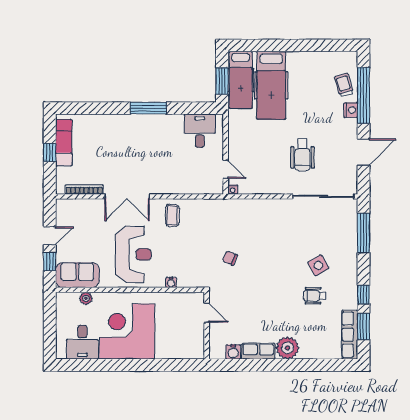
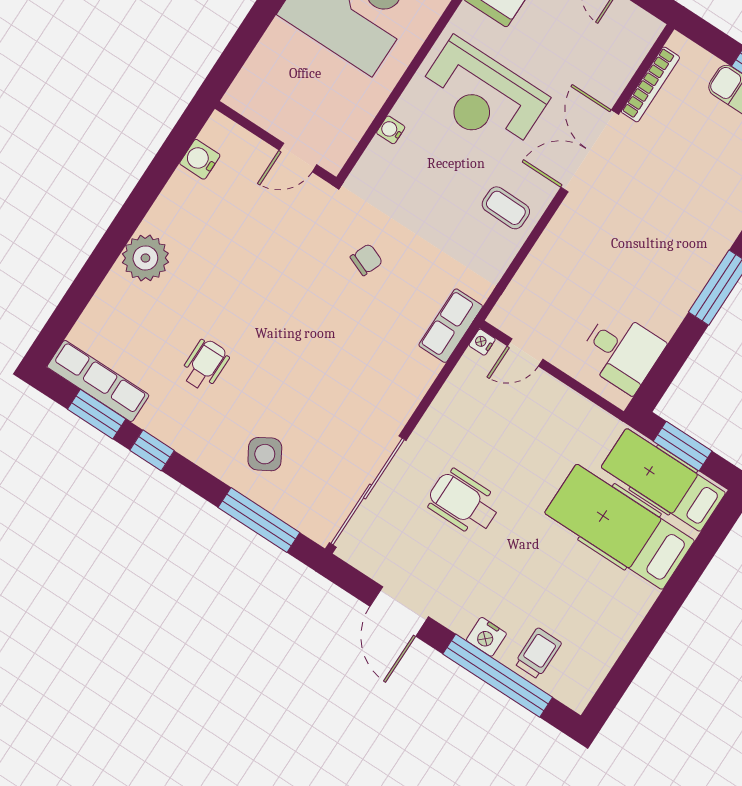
trolley: (344, 85) -> (538, 653), turned -74
side table: (318, 265) -> (265, 454), moved
row of seats: (258, 351) -> (451, 326), moved, turned 180

